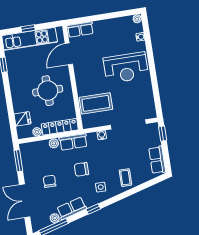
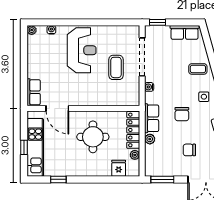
coffee table: (96, 103) -> (116, 67), moved, width x0.73, depth x0.76

